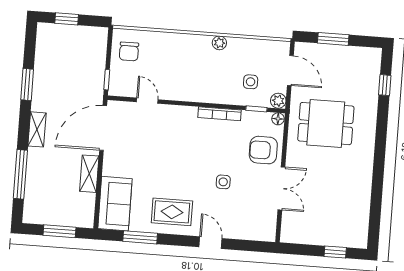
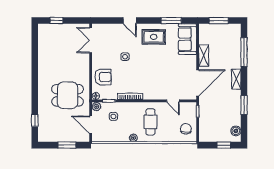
boiler: (44, 41) -> (236, 131), added
cafe table: (188, 68) -> (150, 122), added
double door: (281, 188) -> (91, 40), moved

